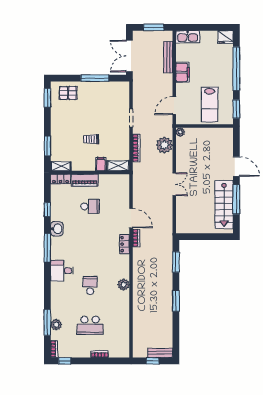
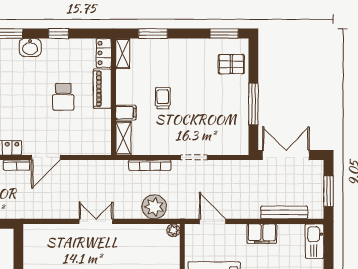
pallet: (68, 93) -> (231, 64), turned 90
double door: (174, 184) -> (96, 221), swing flipped

